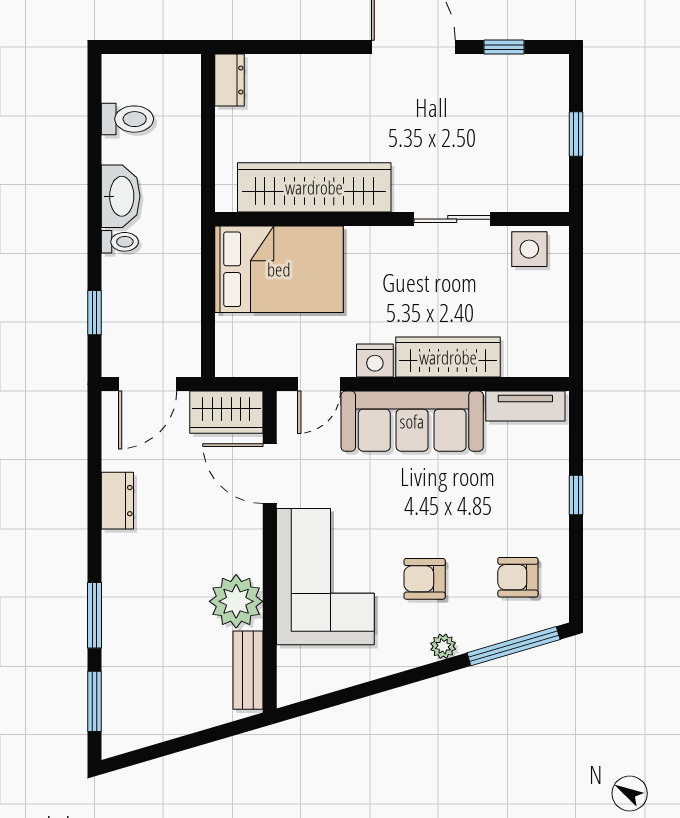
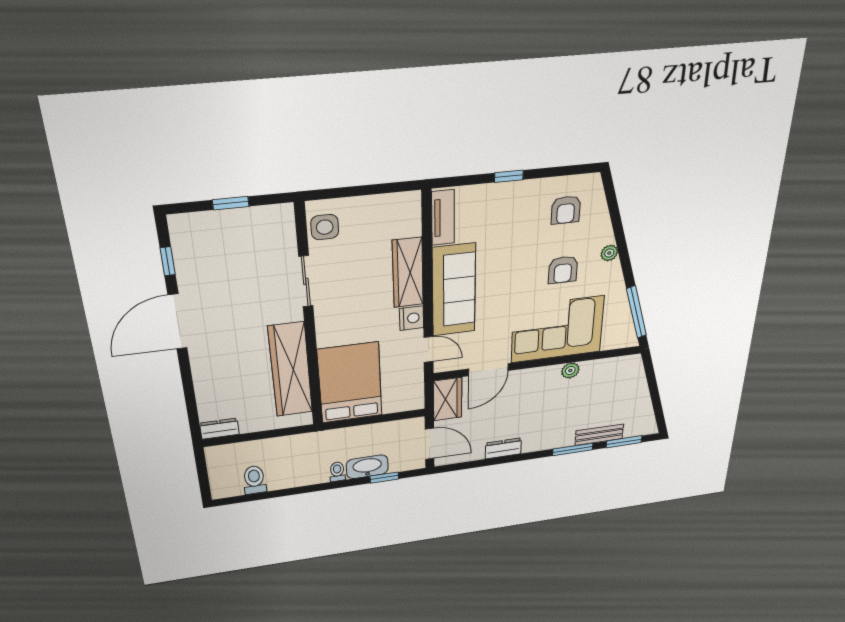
washbasin: (121, 196) -> (367, 467), moved
plant: (236, 601) -> (570, 370), width x0.53, depth x0.53
window: (514, 646) -> (636, 312), moved
bench: (248, 670) -> (599, 435), moved

